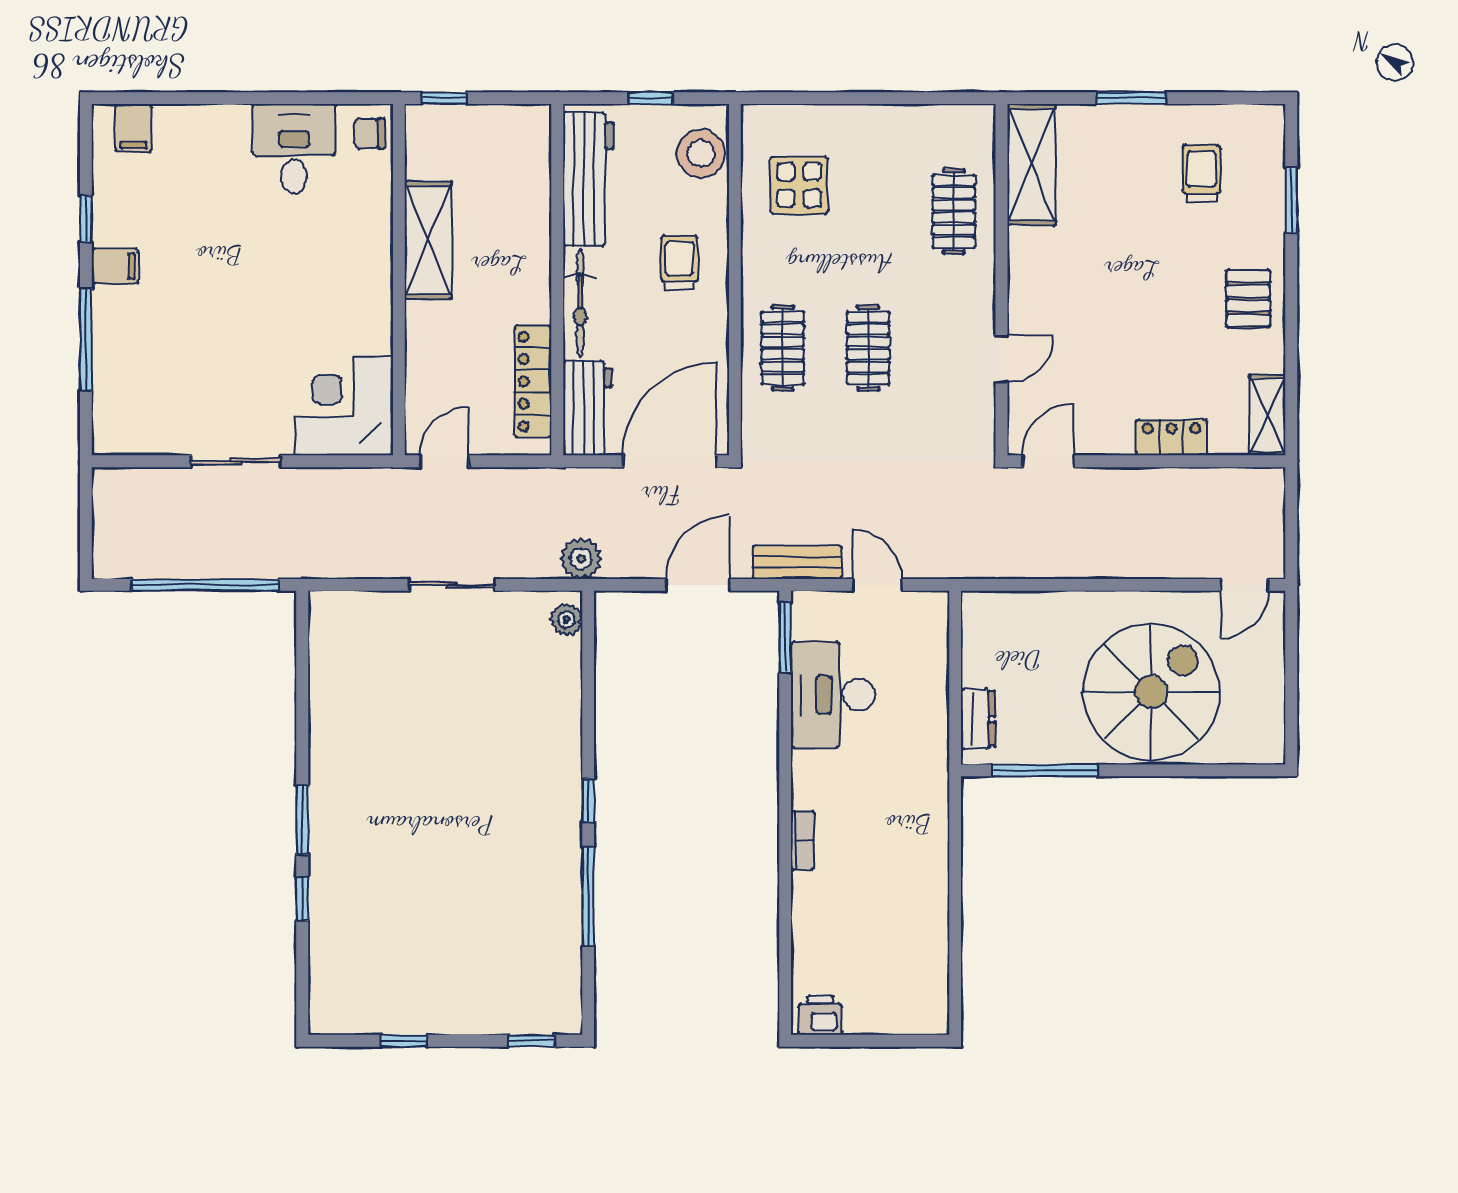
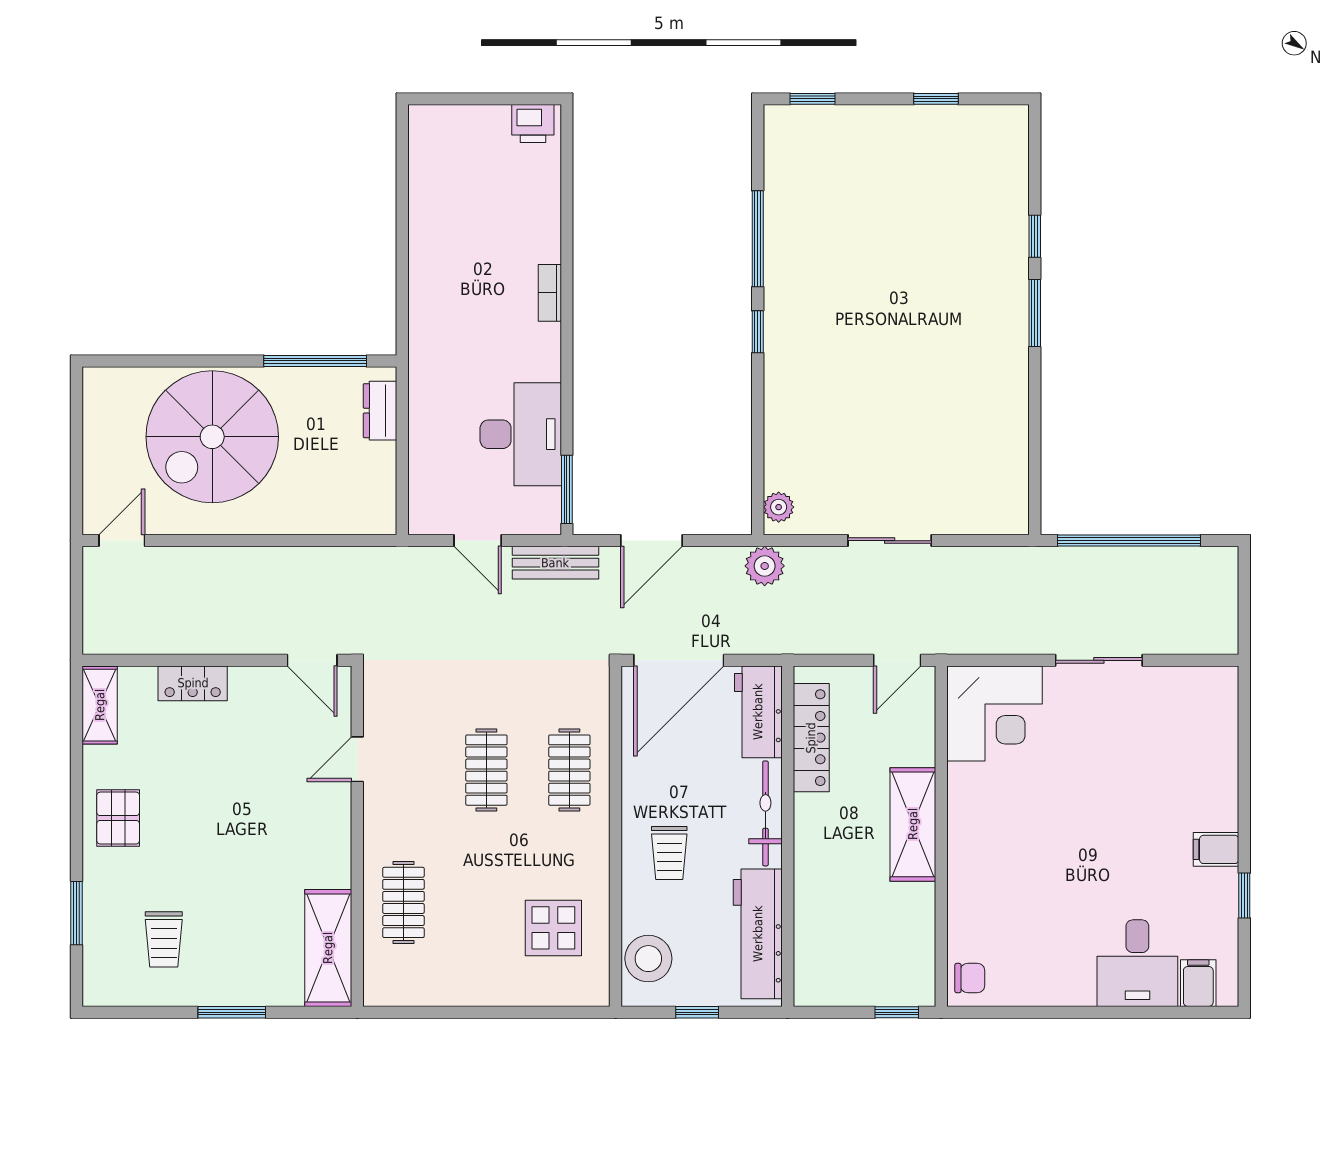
desk: (294, 149) -> (1137, 963), moved
shelving: (428, 240) -> (913, 824), moved
window: (86, 340) -> (1244, 778), removed
door: (1048, 461) -> (312, 660), hinge flipped

